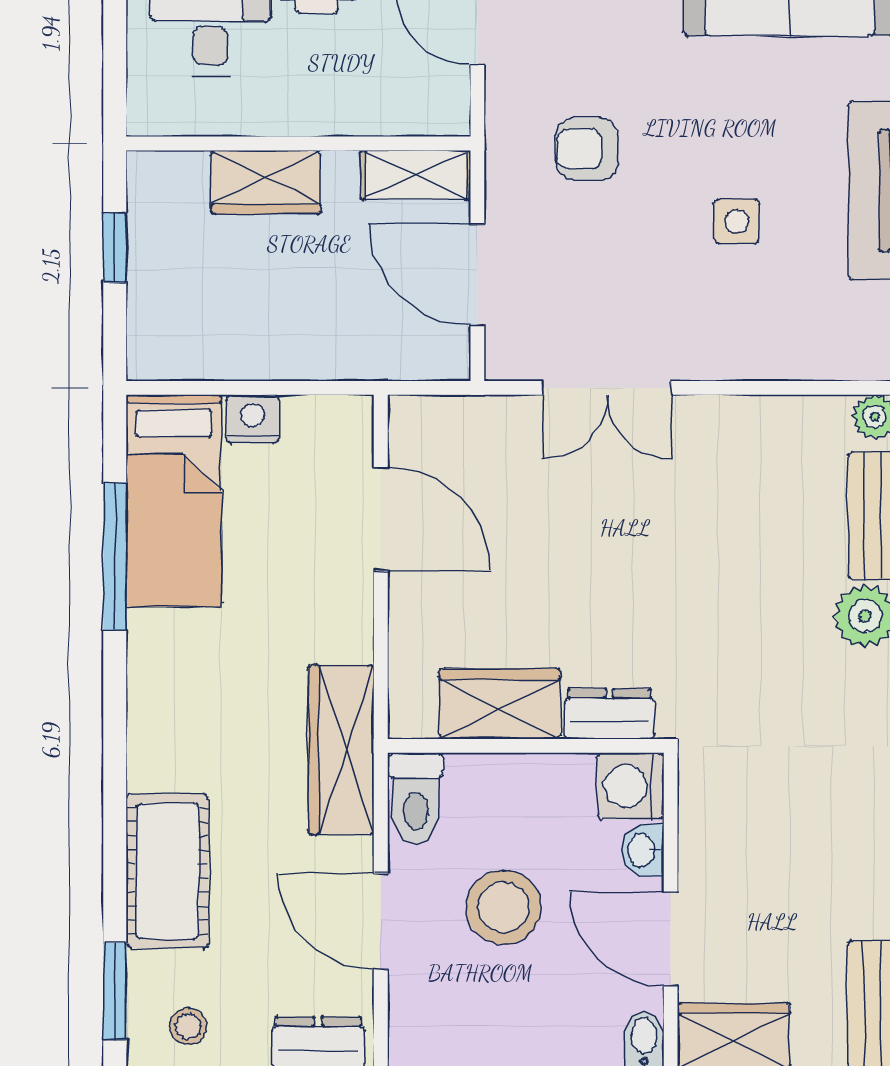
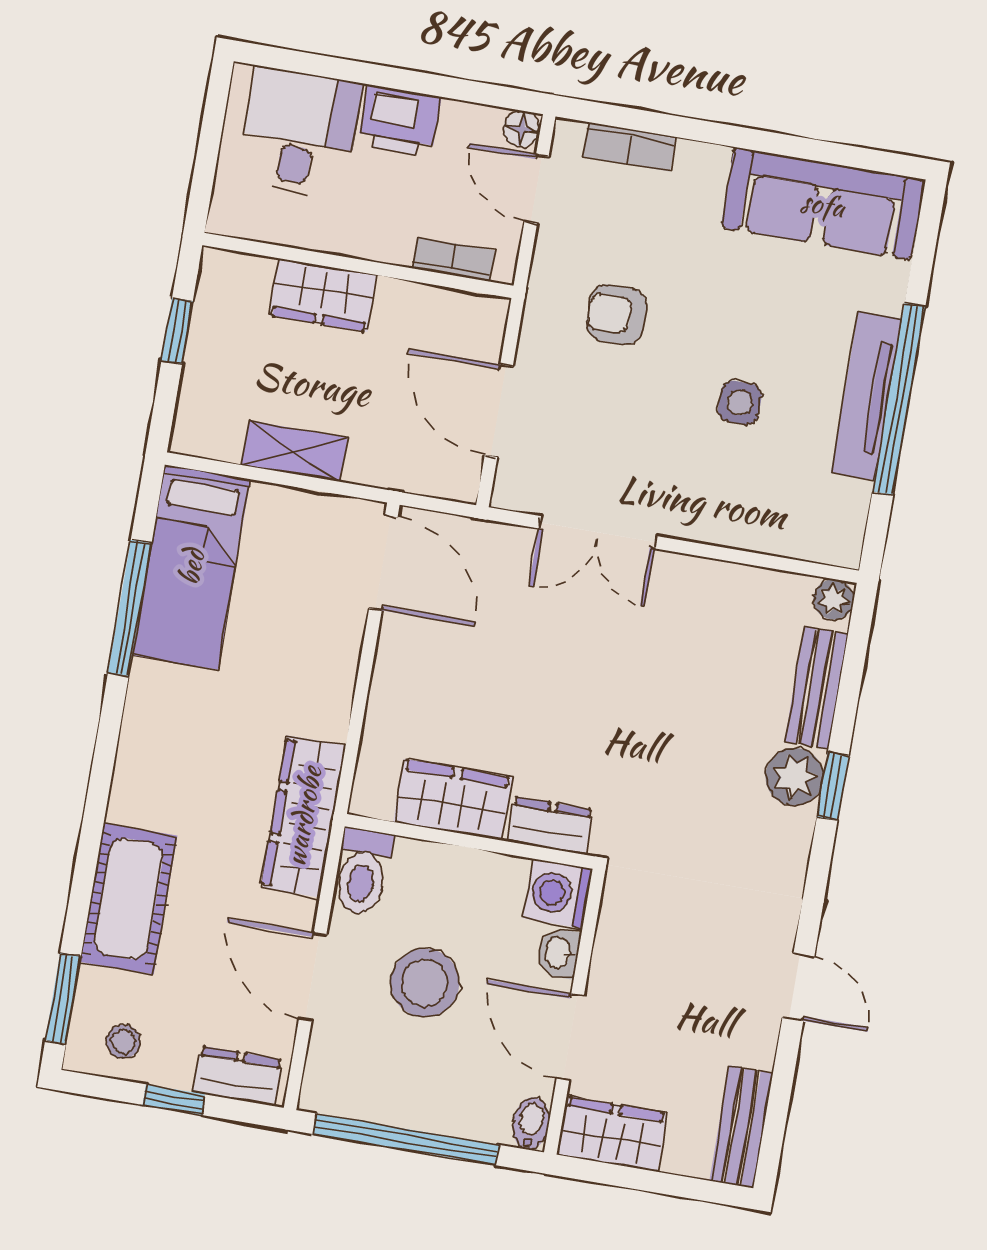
bookcase: (401, 119) -> (454, 259), added
shelving: (416, 175) -> (295, 451), moved
nightstand: (253, 419) -> (274, 506), removed
door: (381, 519) -> (383, 563), moved

